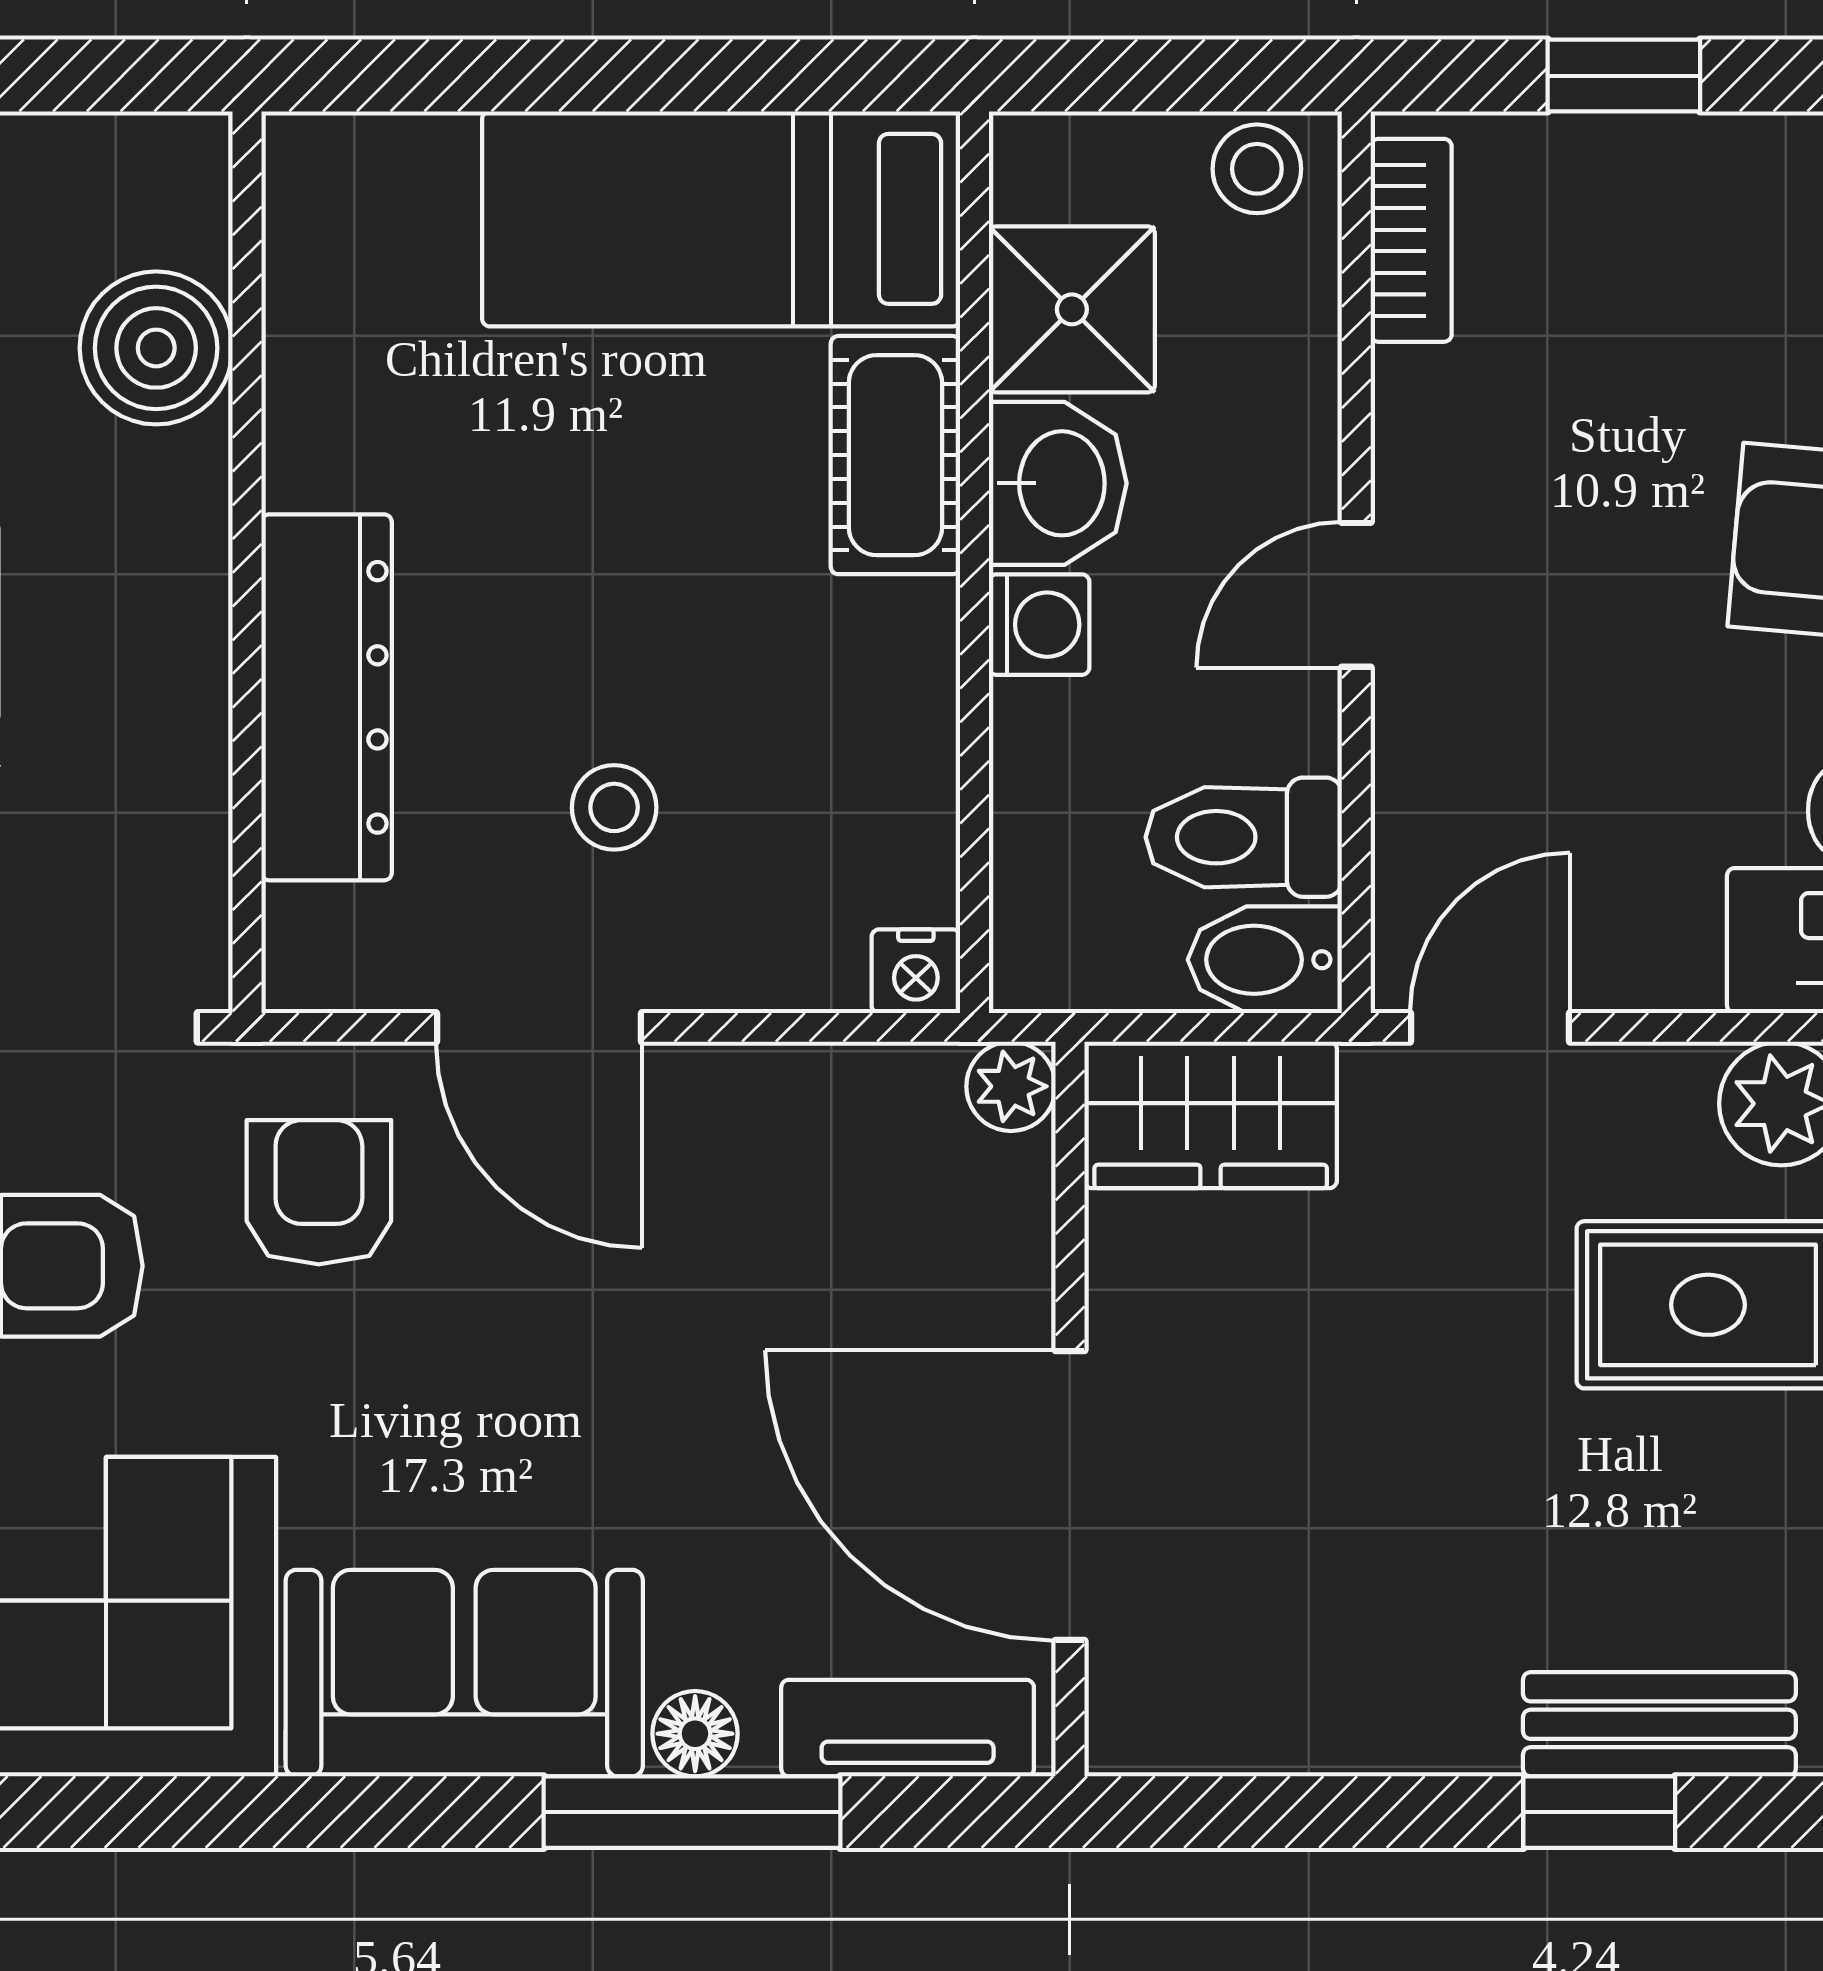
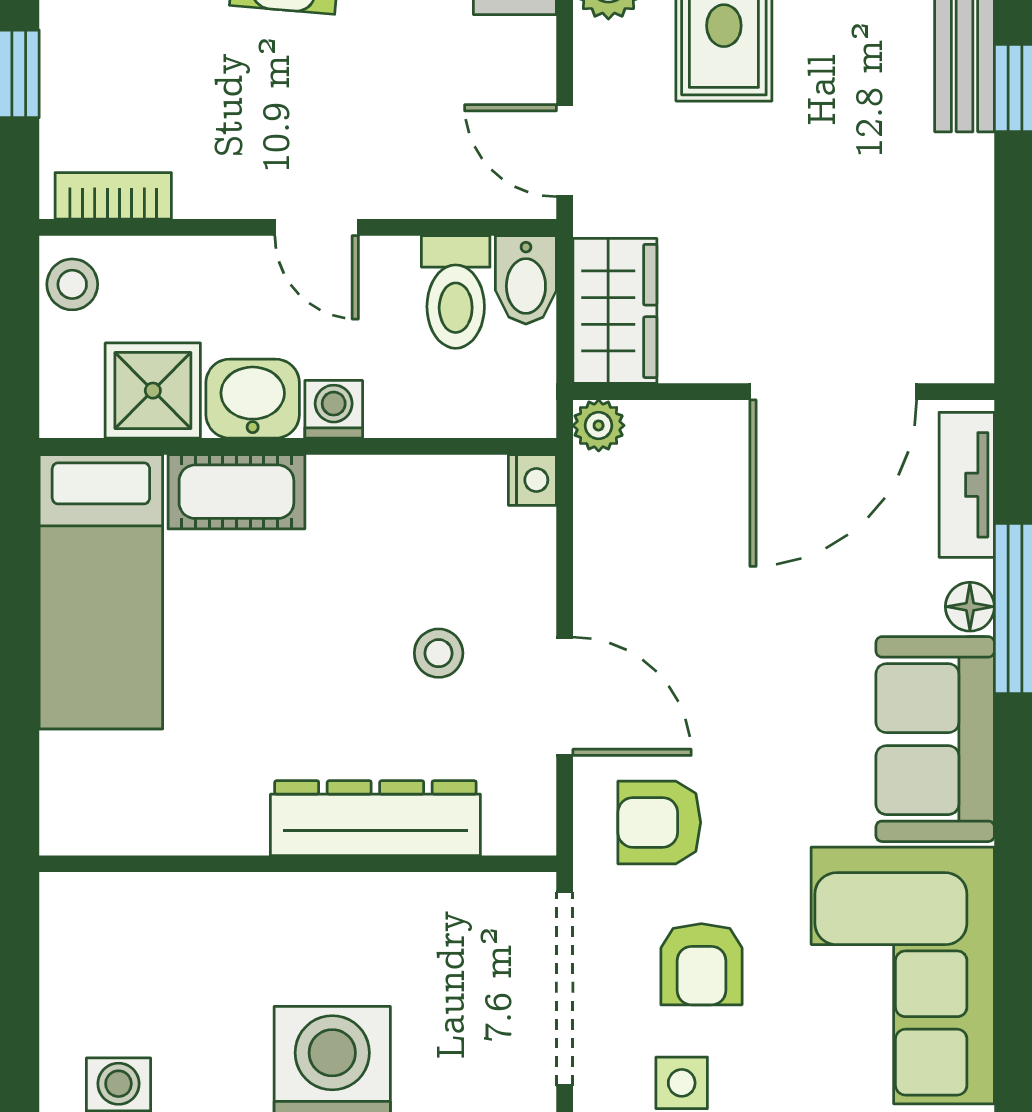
boiler: (156, 348) -> (175, 916), removed
door: (539, 1027) -> (565, 696), hinge flipped

